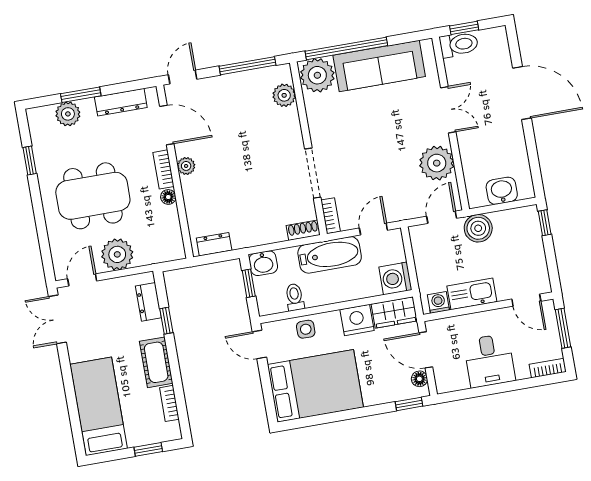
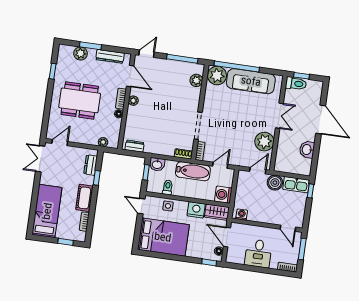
washbasin: (502, 191) -> (307, 150), moved, turned -90
plant: (117, 254) -> (103, 142), moved, width x0.53, depth x0.53
kitchen sink: (472, 294) -> (296, 185), moved, turned 180

